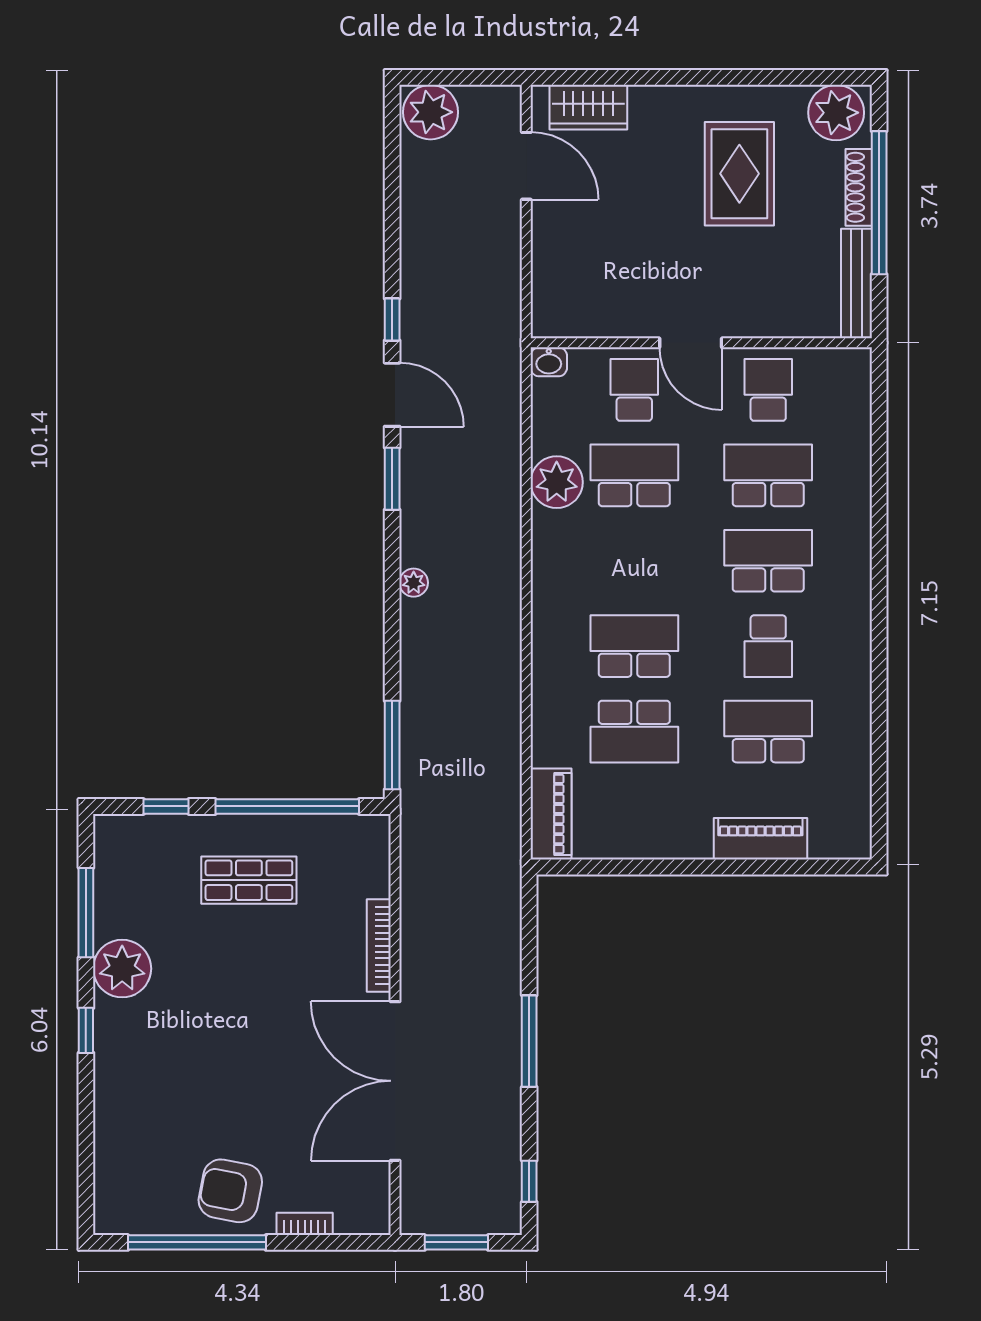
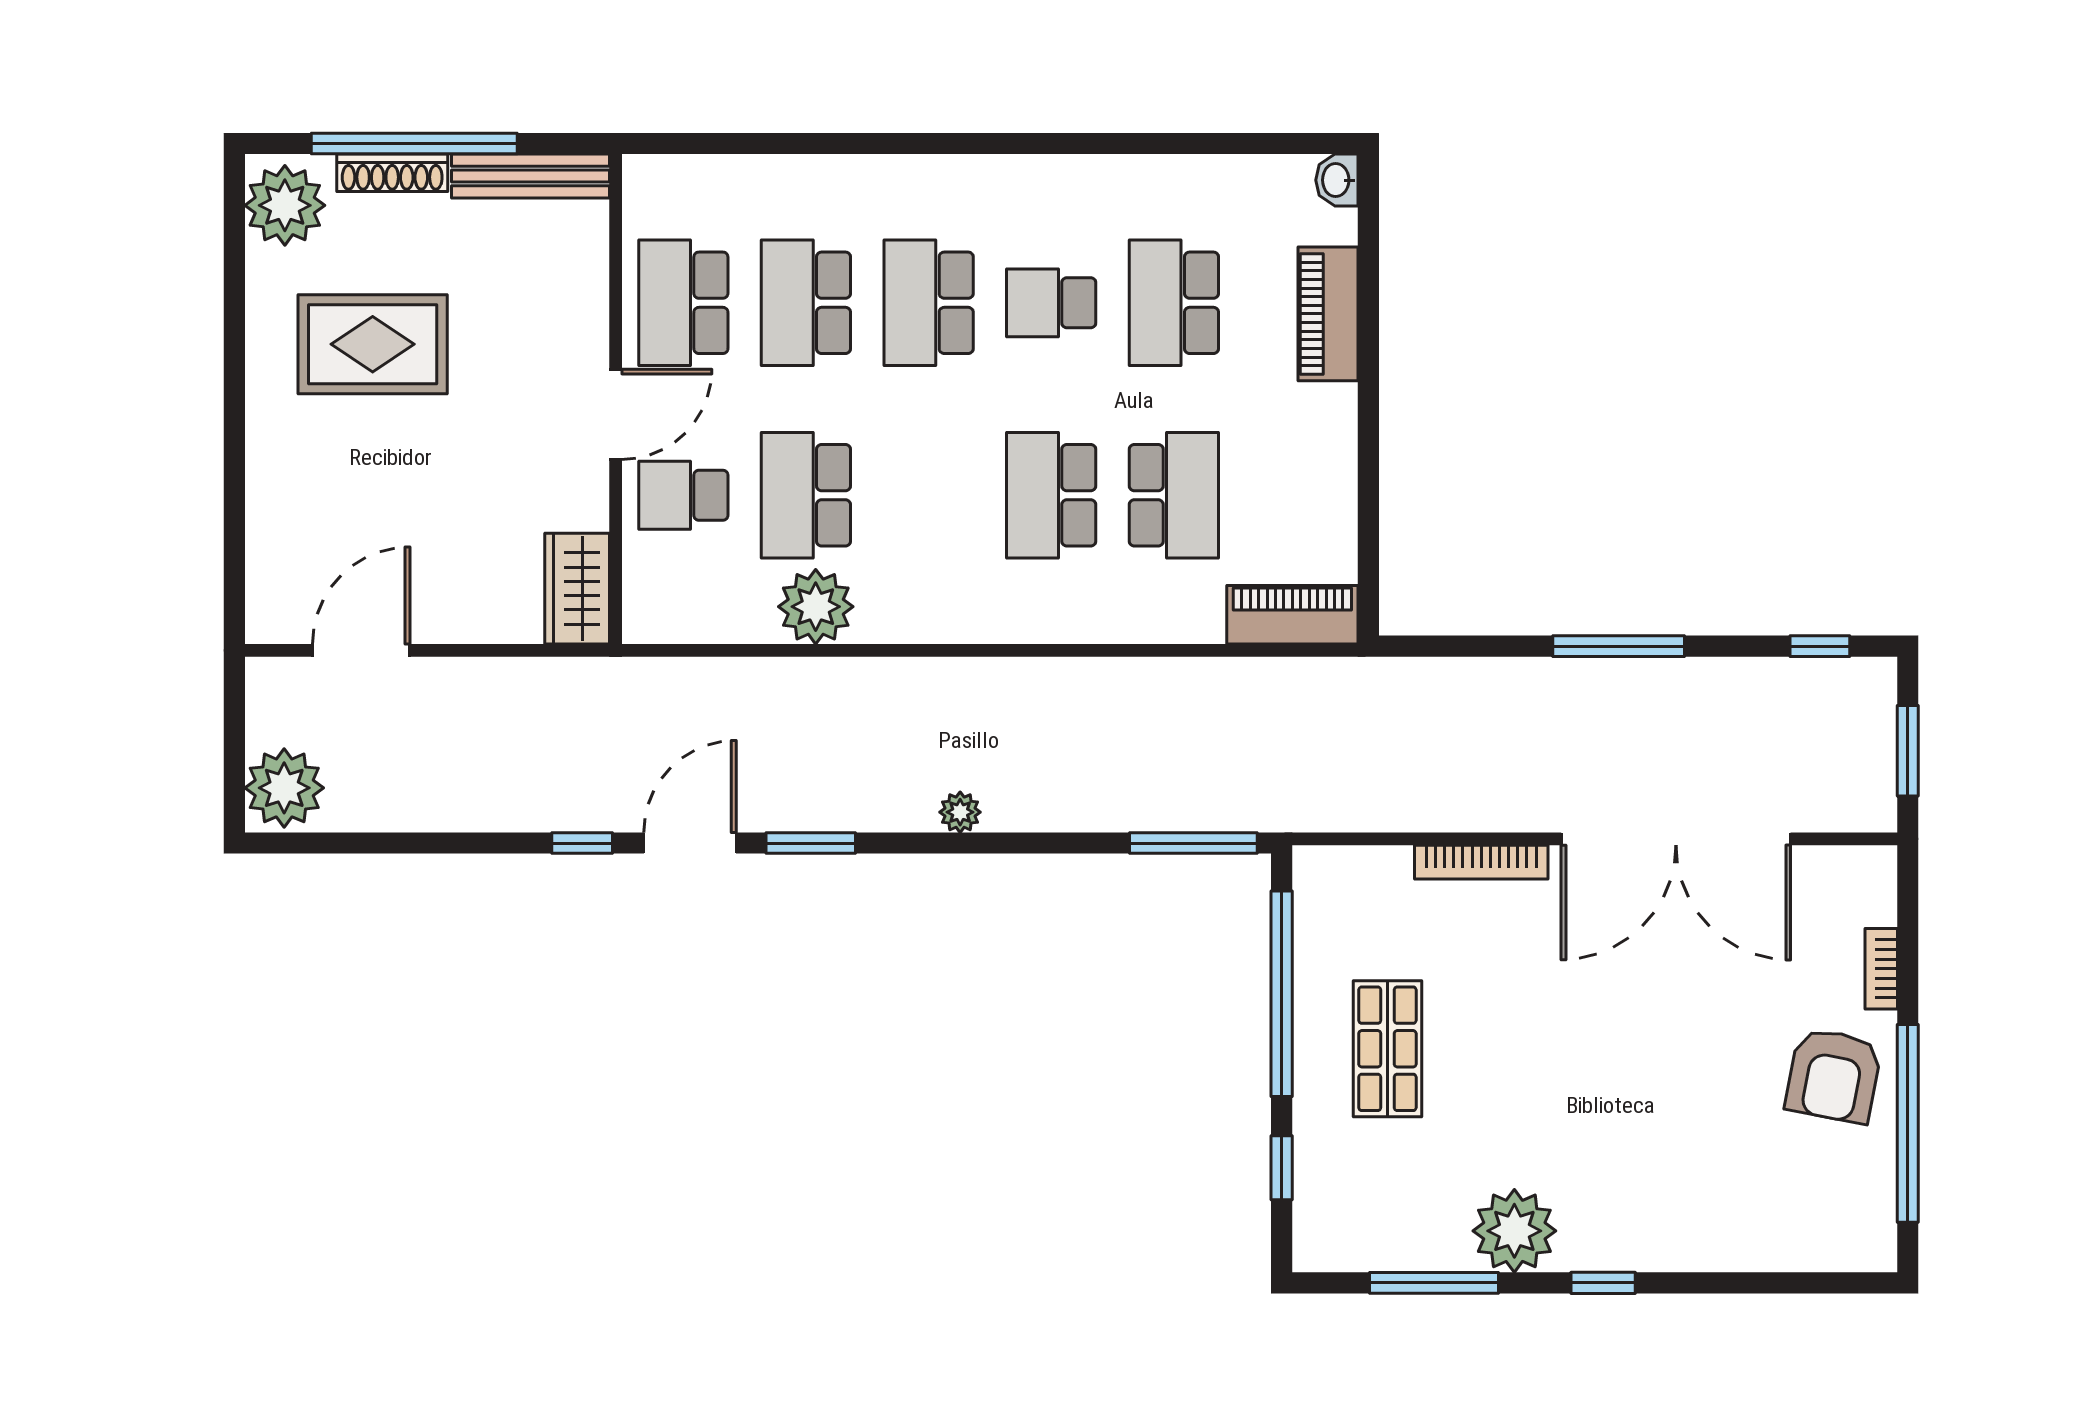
wardrobe: (588, 107) -> (577, 589), moved, turned 180
washbasin: (549, 362) -> (1337, 180), moved, turned 180
school desk: (768, 390) -> (683, 303), width x1.85
school desk: (768, 646) -> (1051, 303), turned 180

